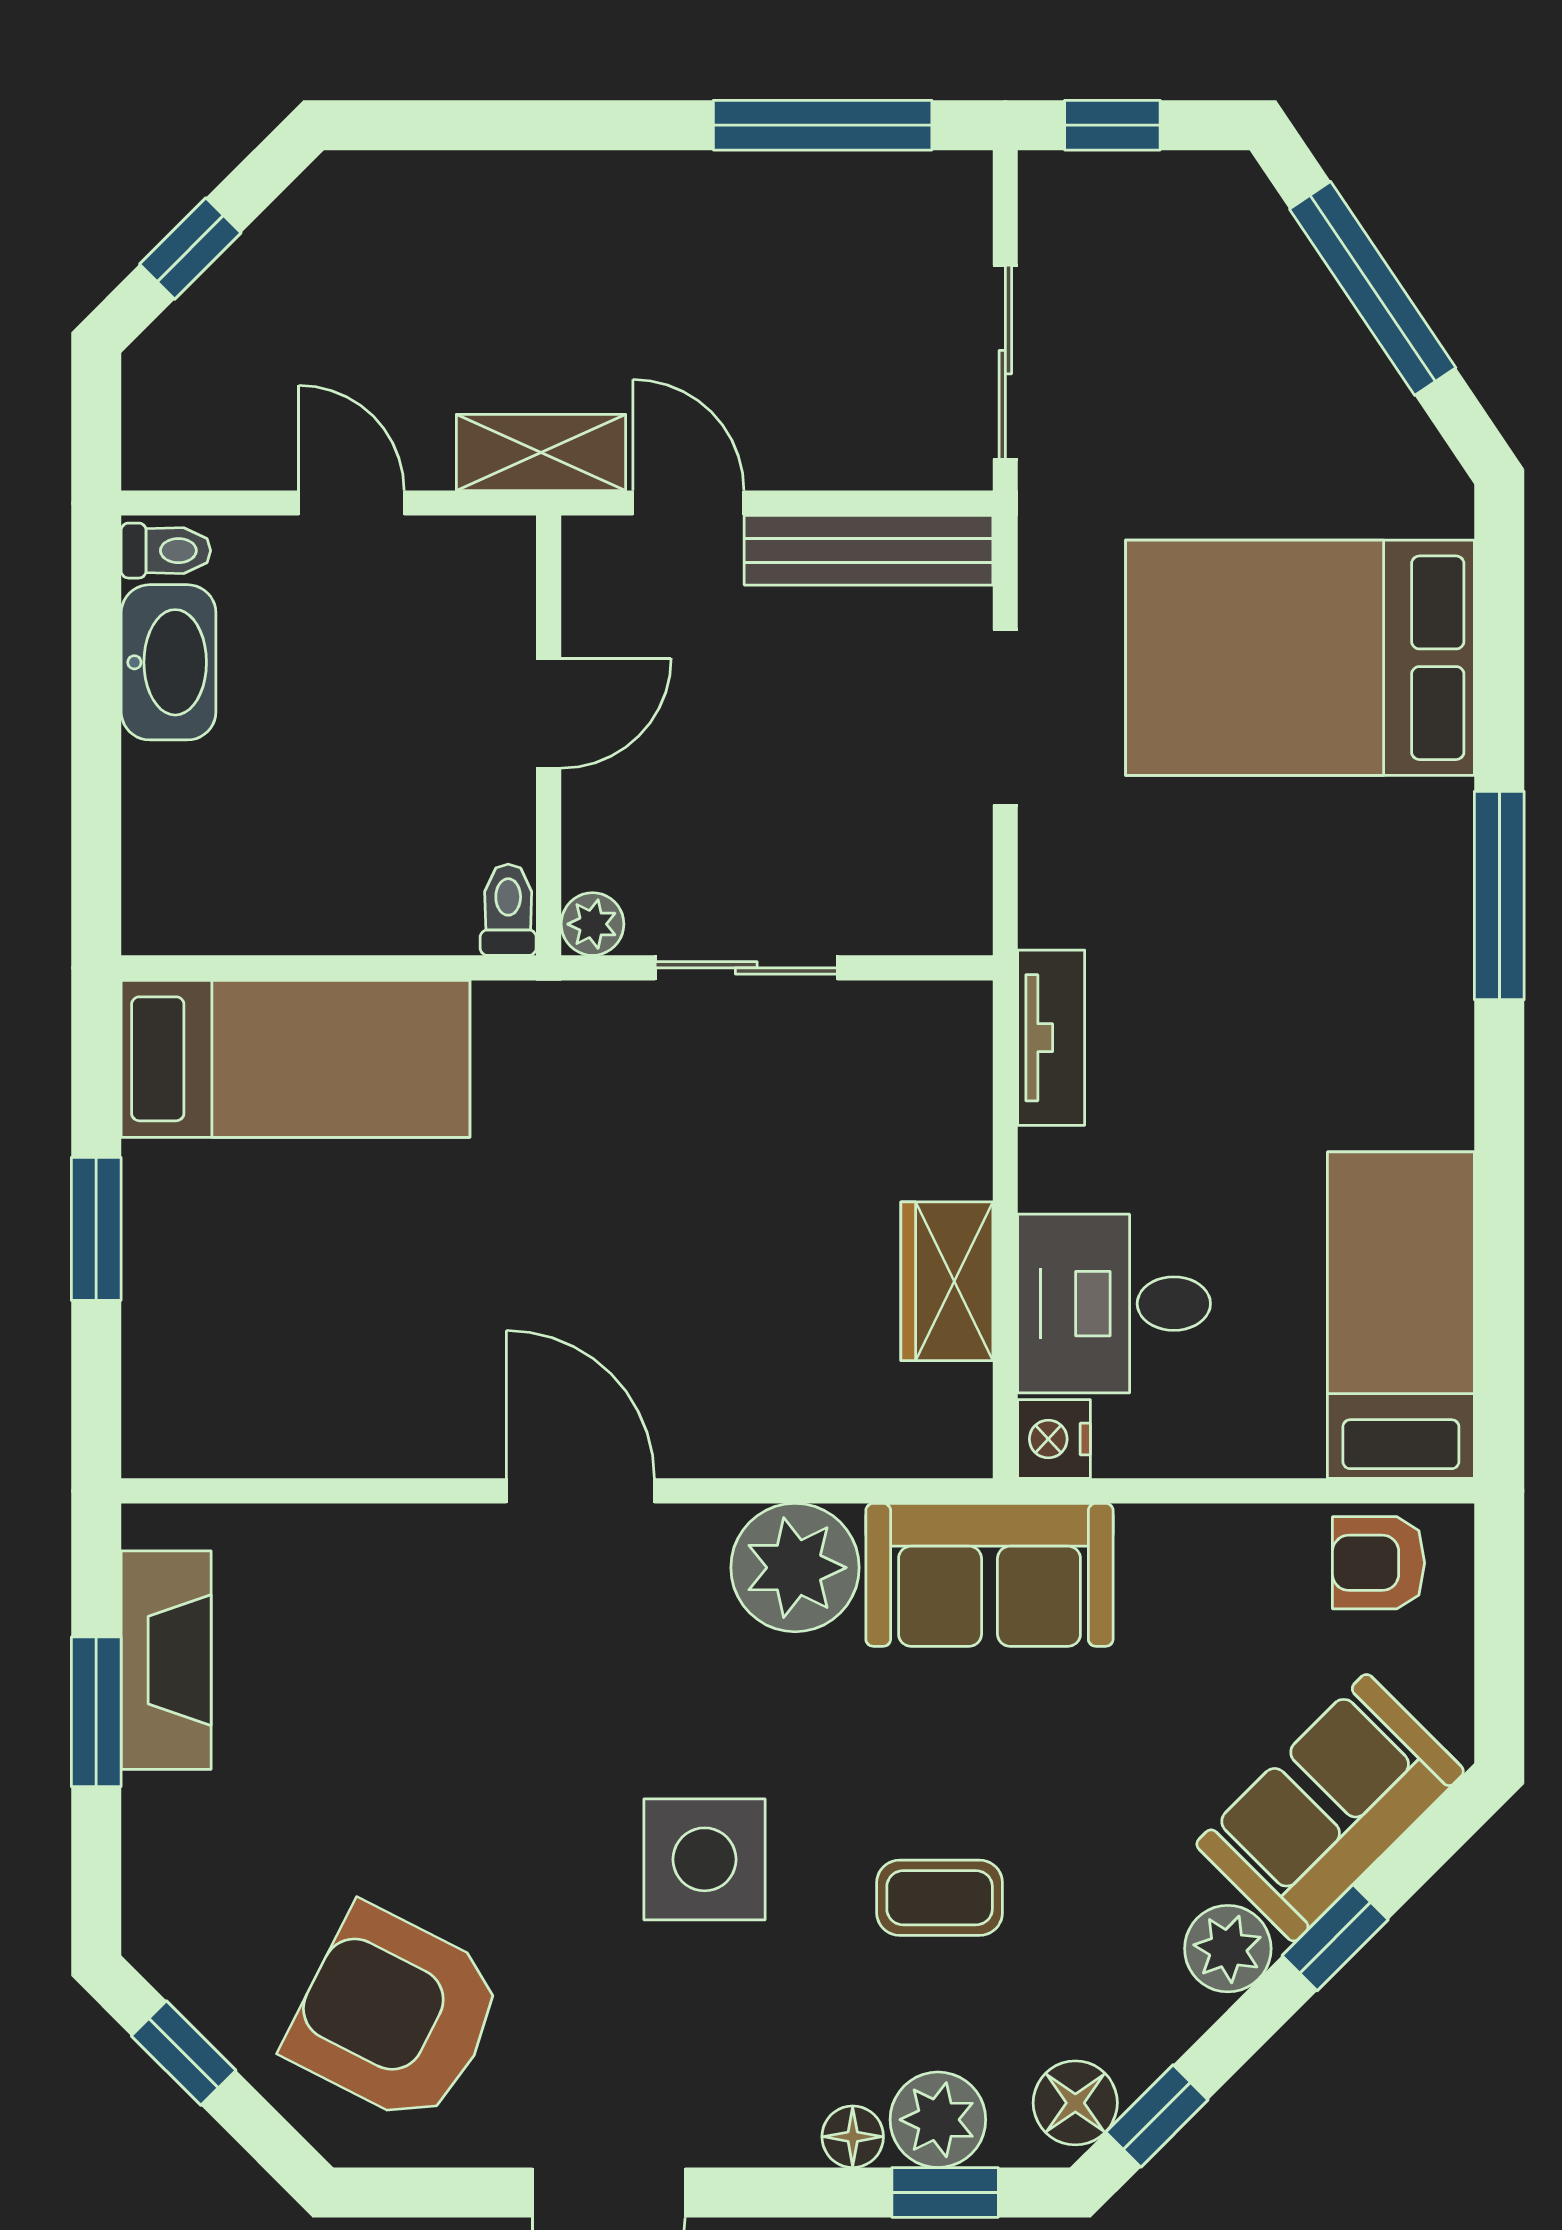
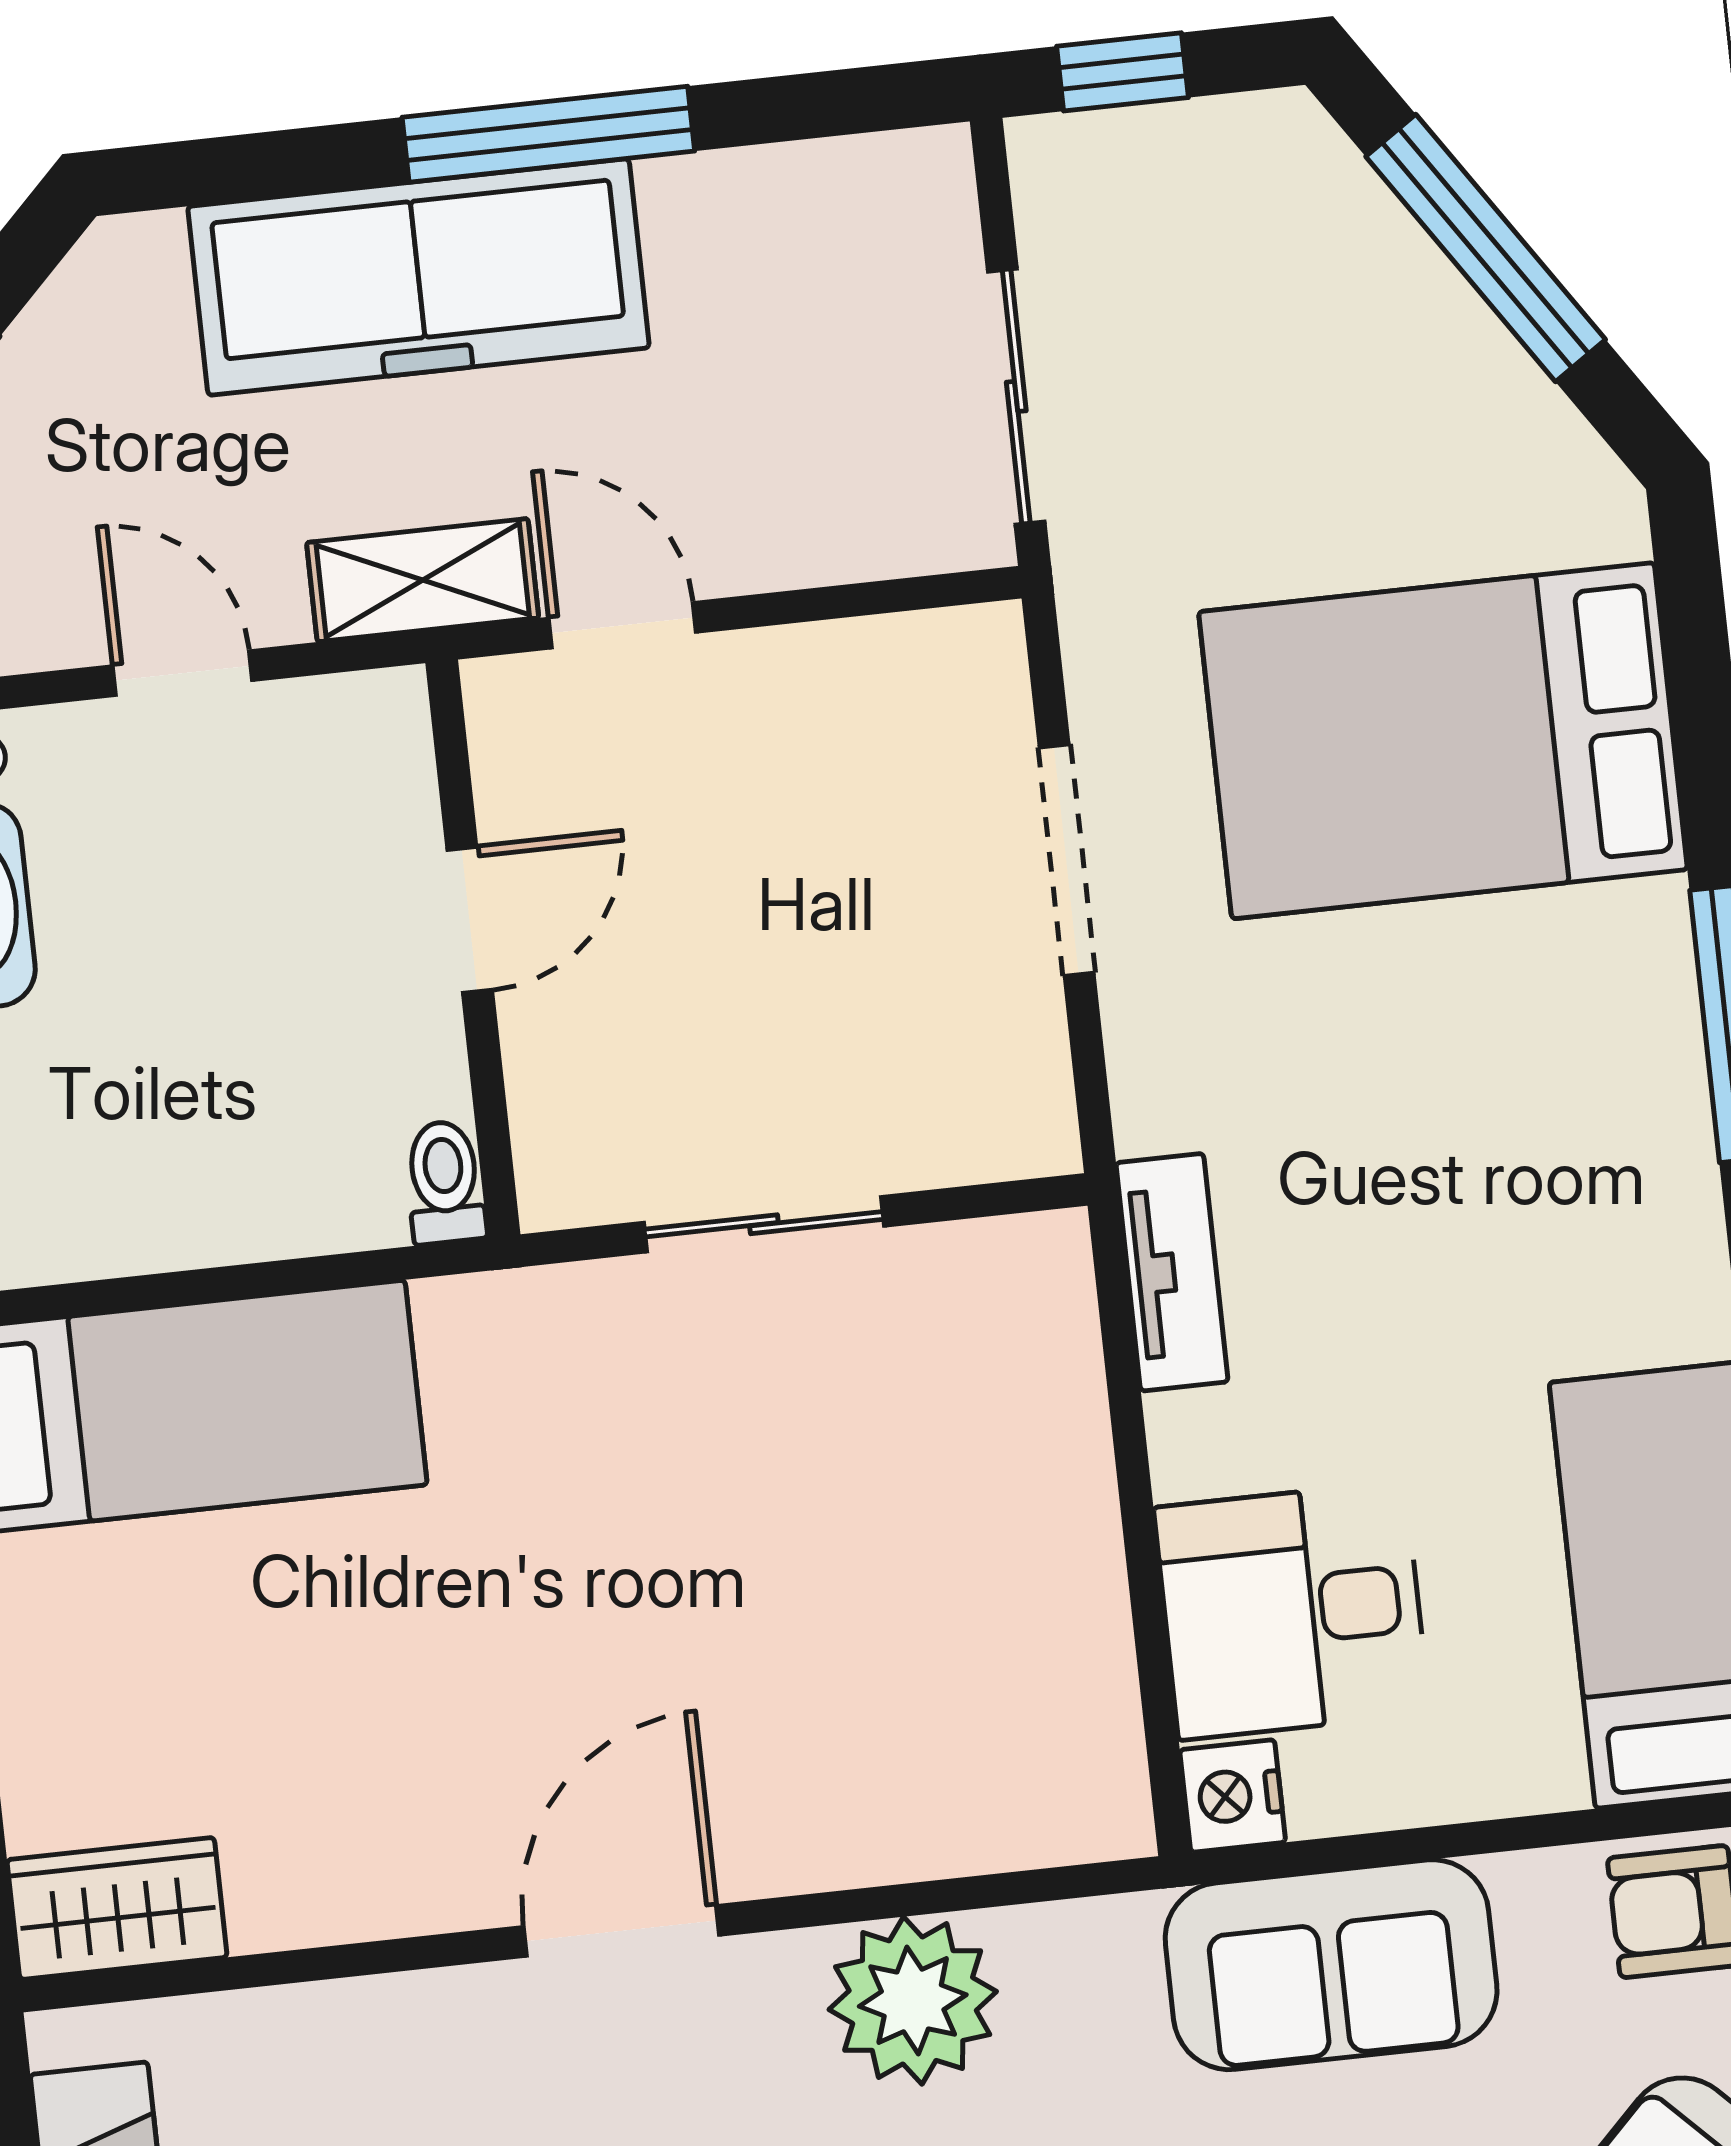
window: (823, 125) -> (548, 134), moved
freezer: (563, 223) -> (418, 277), added
bench: (869, 550) -> (864, 662), removed
plant: (593, 924) -> (557, 1189), removed
wardrobe: (947, 1281) -> (117, 1908), moved, turned 90
door: (580, 1491) -> (621, 1931), hinge flipped
sofa: (989, 1575) -> (1331, 1965), moved

